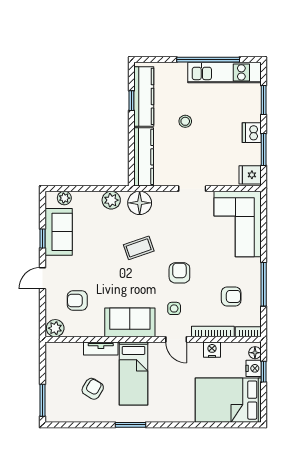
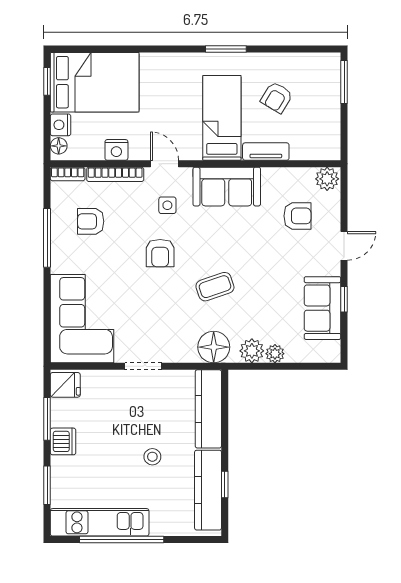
plant: (64, 198) -> (275, 354), moved
window: (264, 372) -> (47, 81), moved

